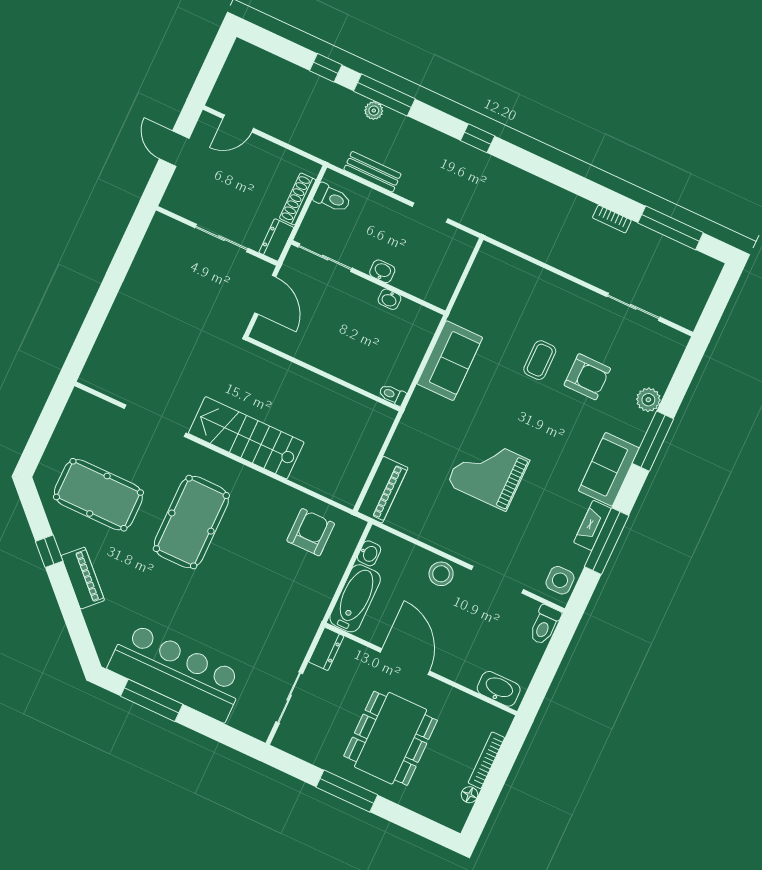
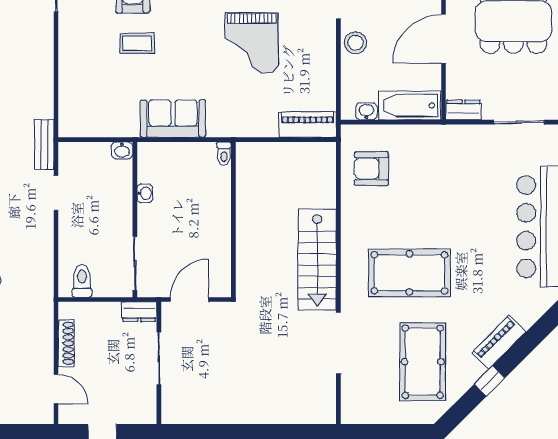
bench: (372, 172) -> (44, 144), moved
shoe rack: (298, 199) -> (66, 343), moved, turned -90
washbasin: (382, 271) -> (122, 150), moved, turned -90

